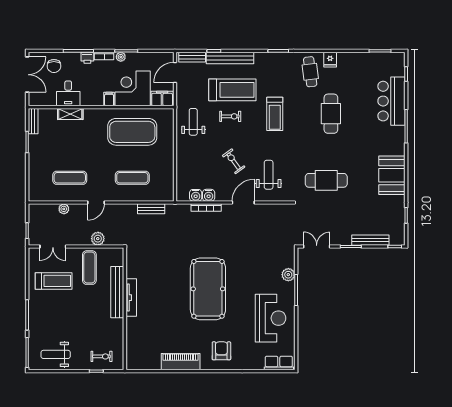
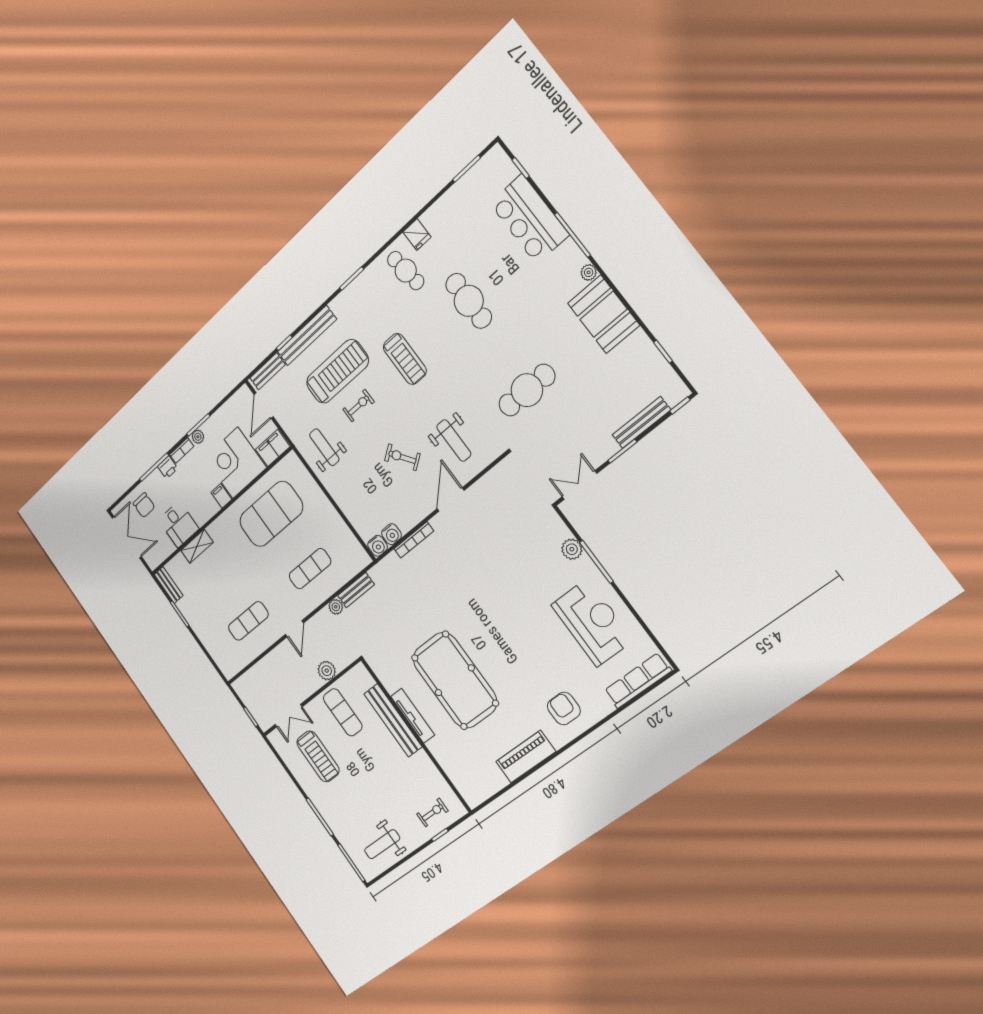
plant: (400, 150) -> (589, 272), added
weight bench: (269, 175) -> (454, 440), turned 180
water cooler: (209, 195) -> (378, 546), moved
plant: (64, 209) -> (336, 607), moved
treadmill: (54, 281) -> (318, 756), turned 90
pool table: (208, 289) -> (455, 680), moved
row of seats: (279, 363) -> (638, 681), width x1.48

